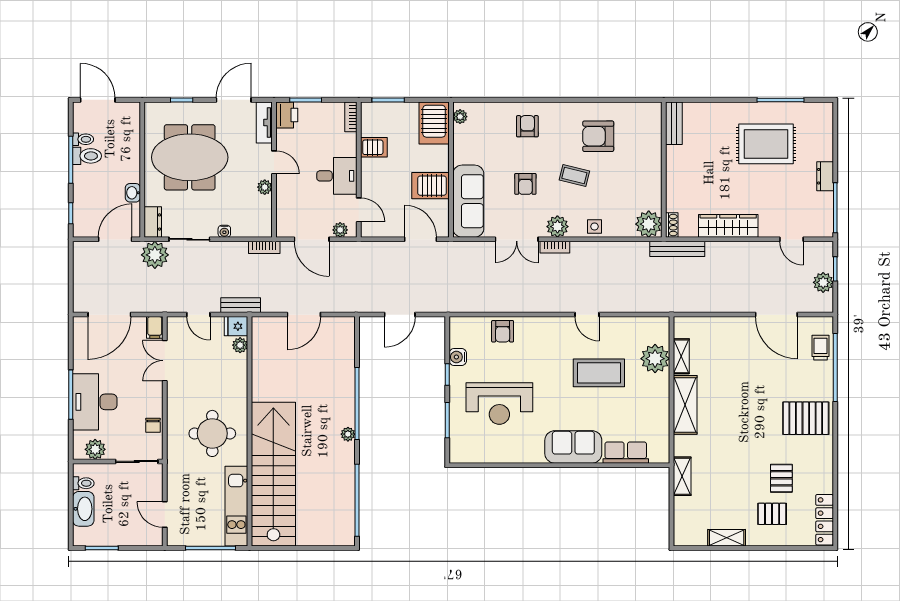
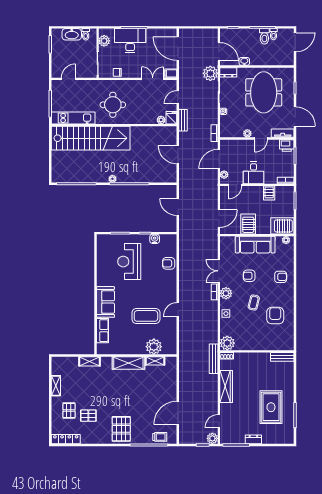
sofa: (468, 201) -> (255, 245), moved
plant: (823, 282) -> (212, 438), moved
coffee table: (599, 373) -> (146, 316), turned 90

